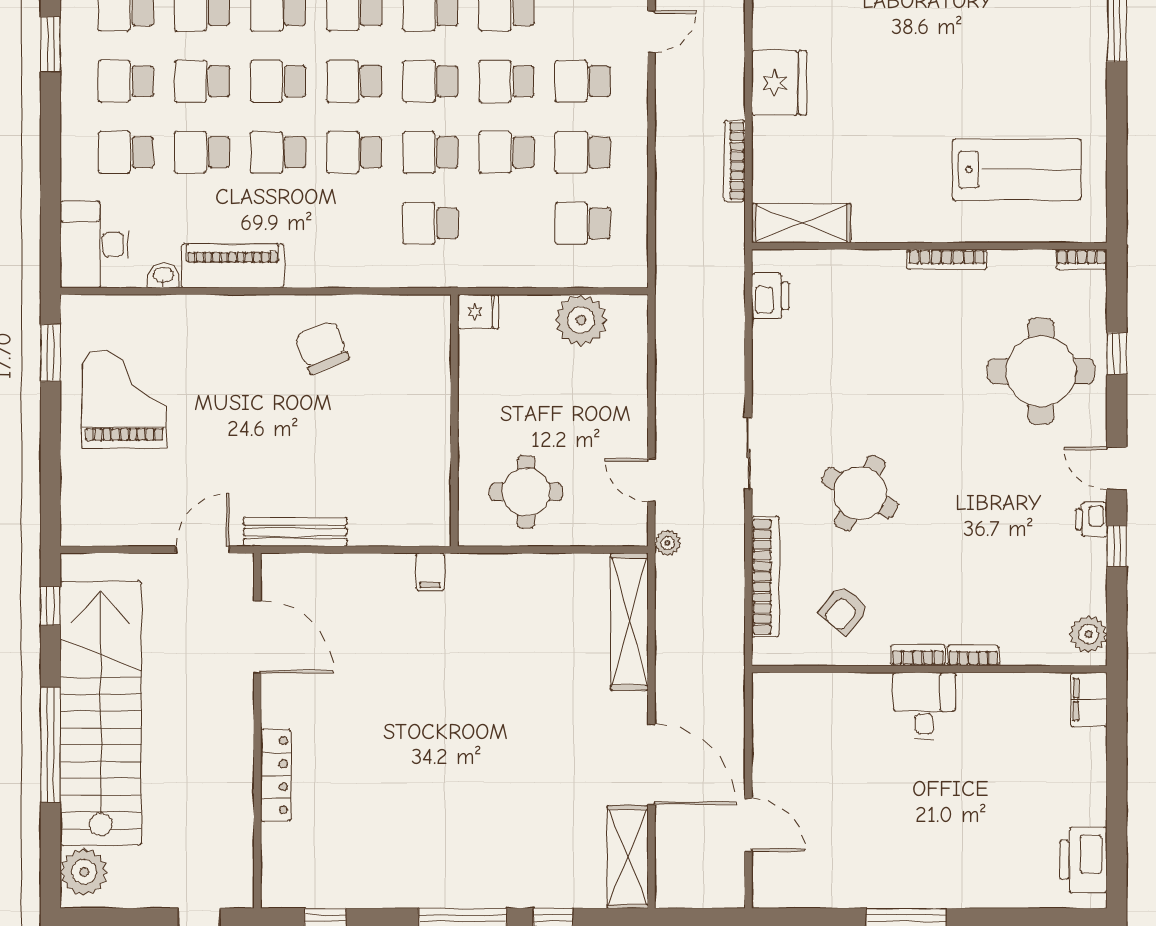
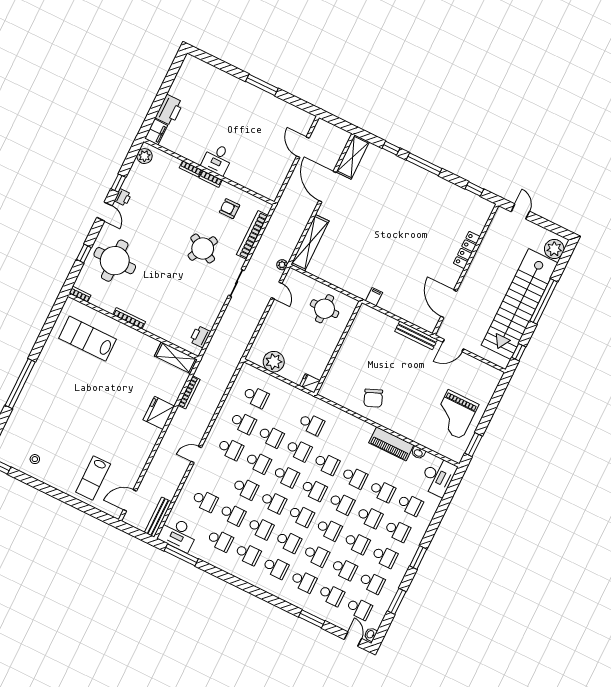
armchair: (844, 610) -> (230, 209), turned -130
printer: (1083, 860) -> (169, 110), moved

